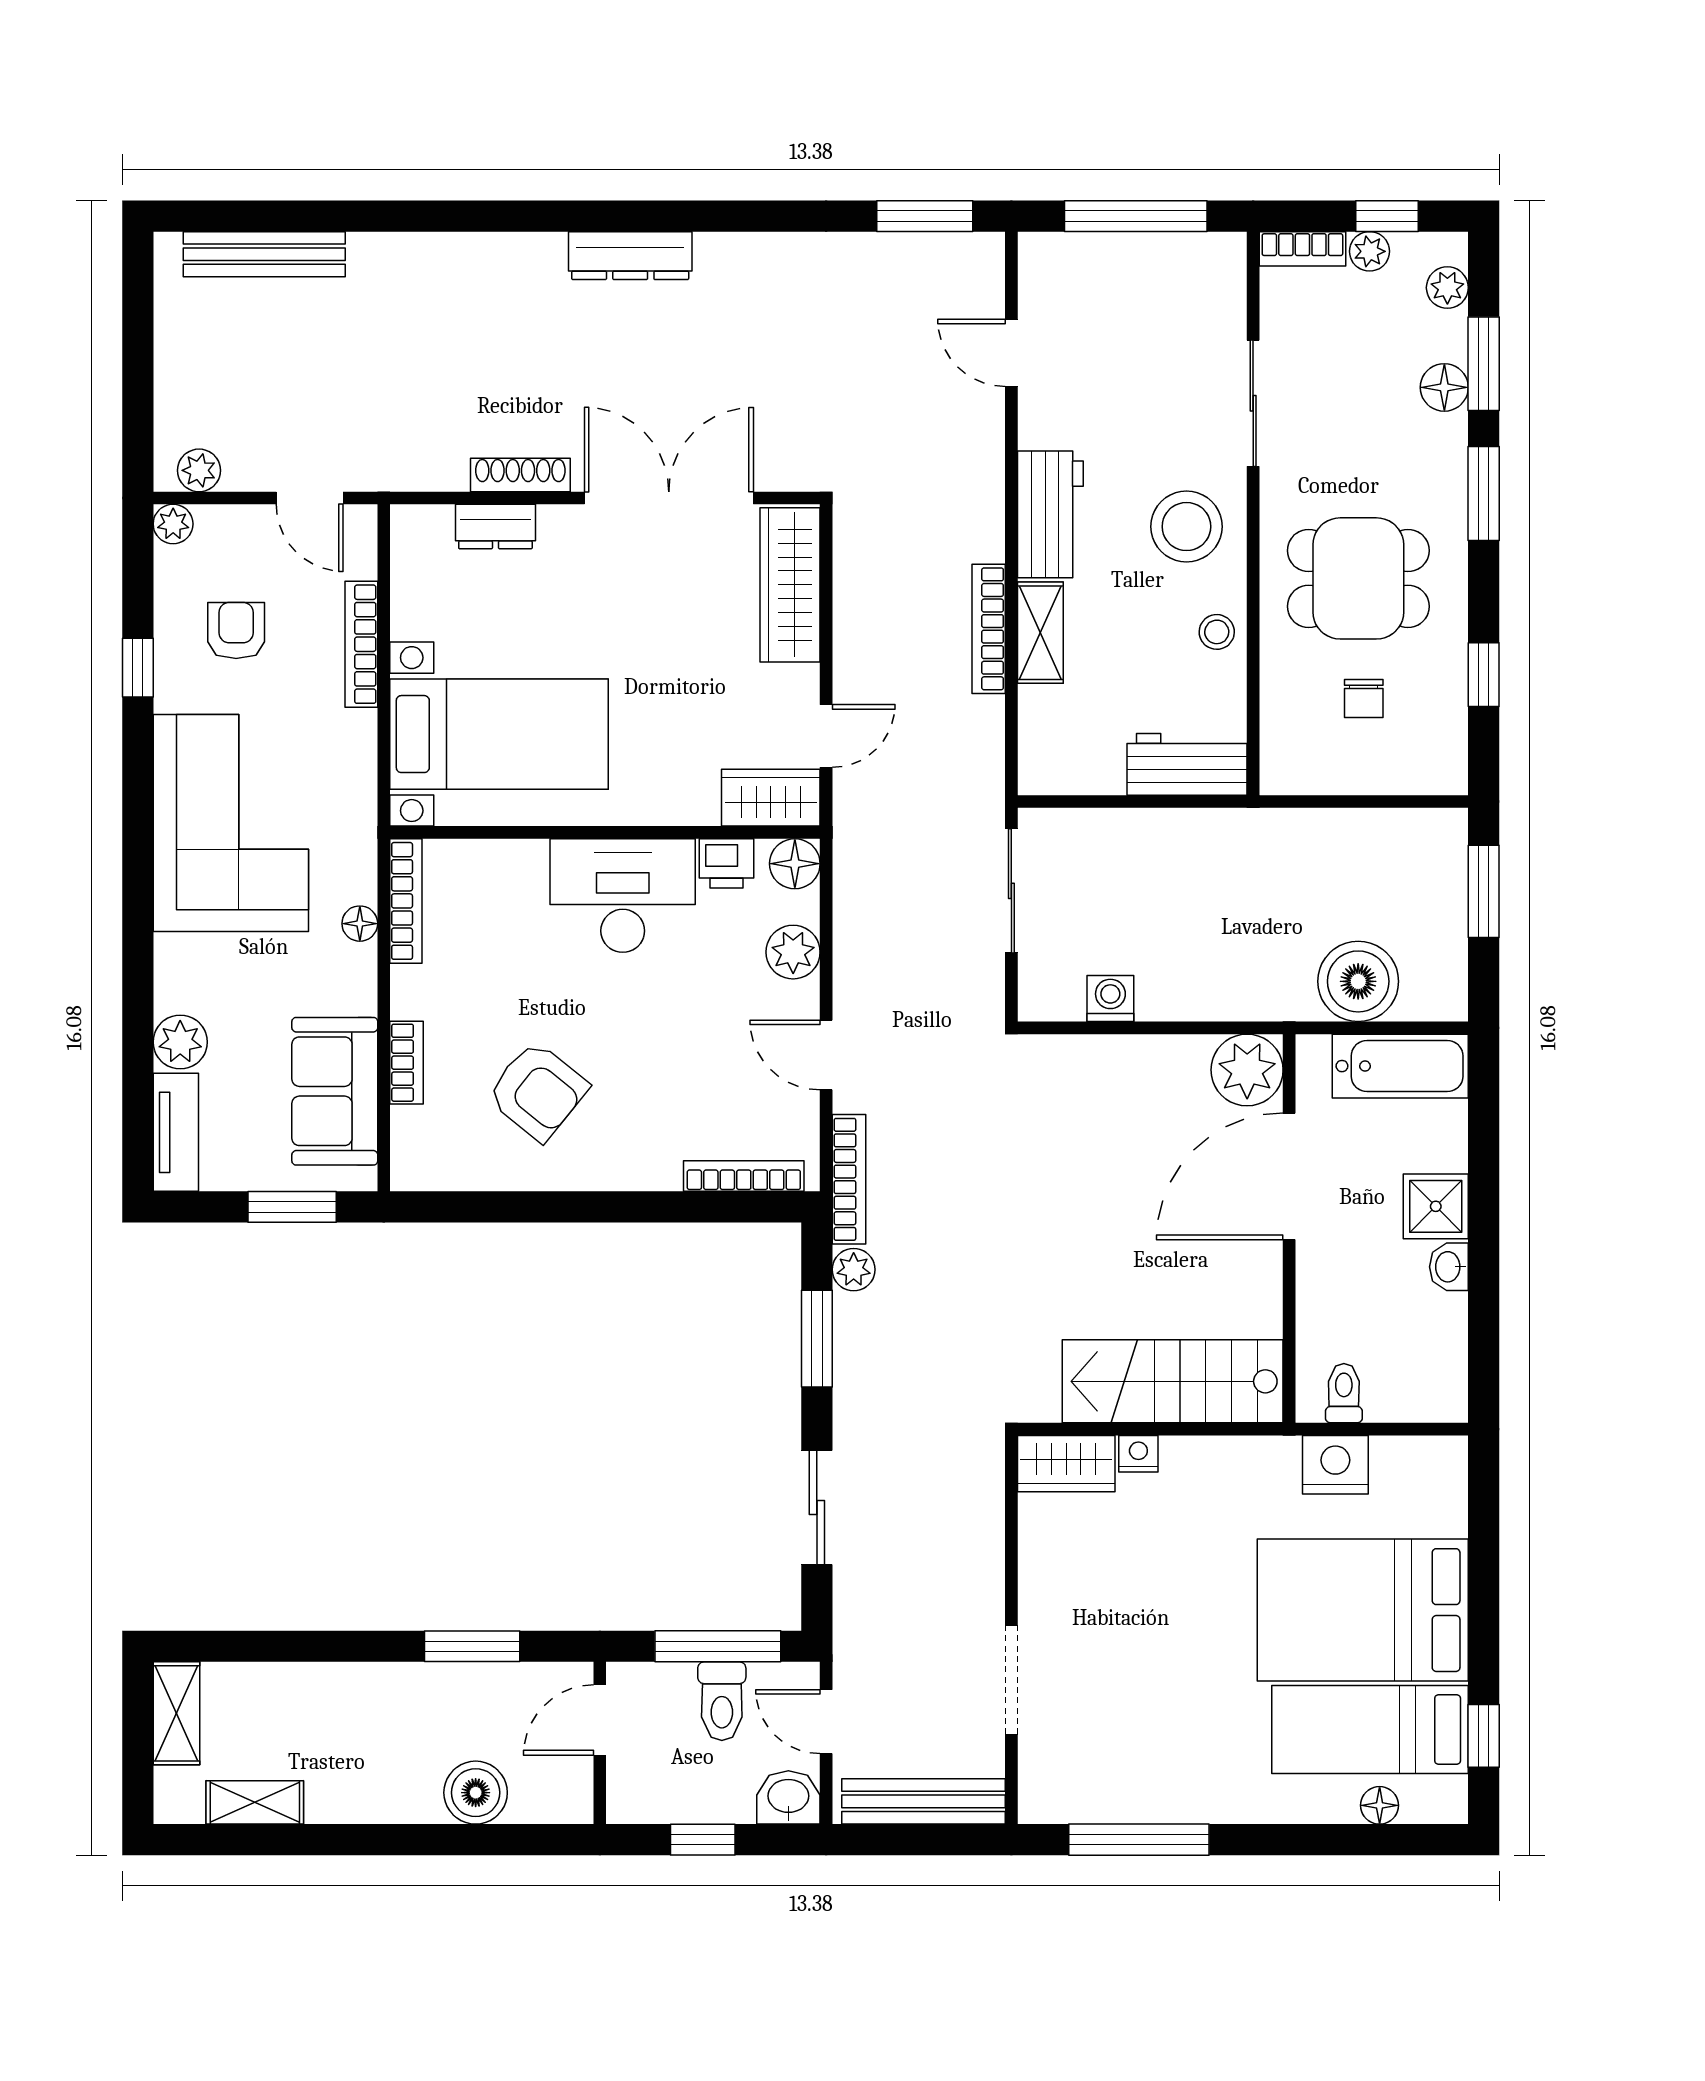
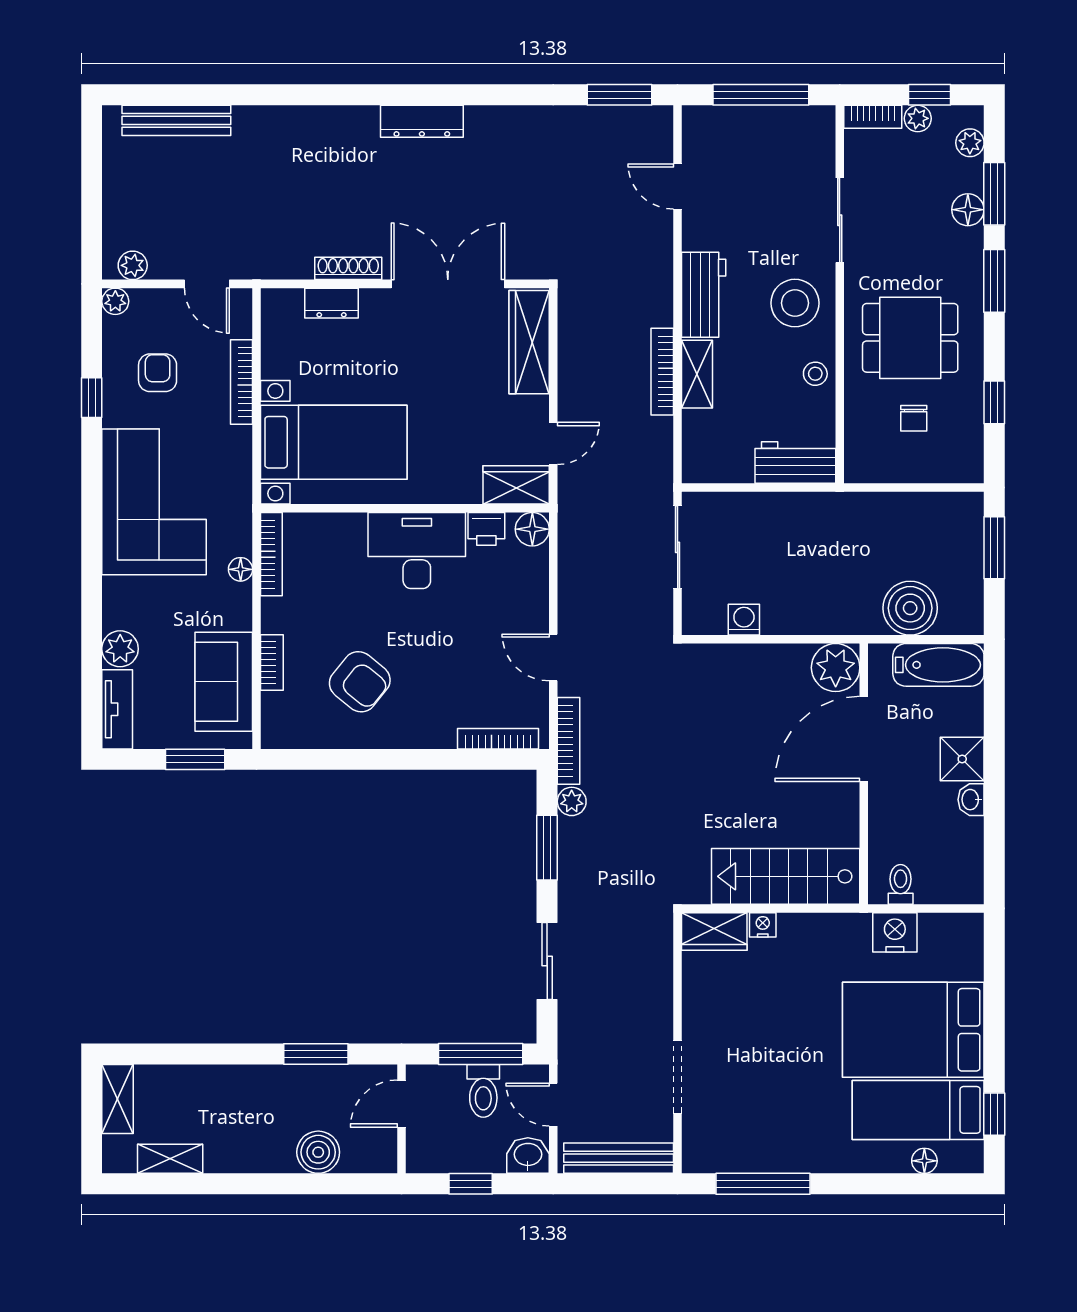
plant: (793, 952) -> (531, 588), removed

